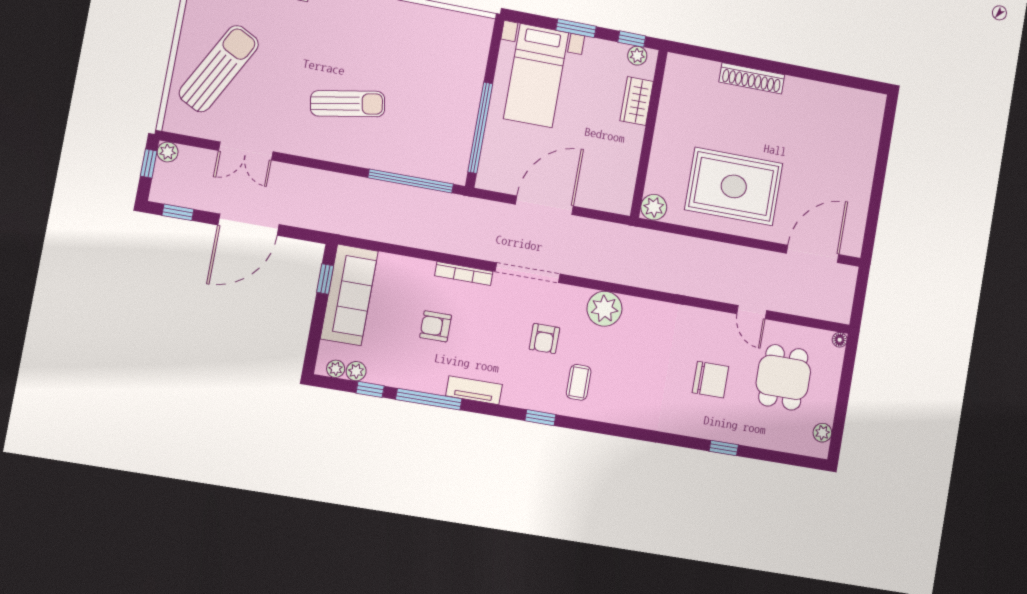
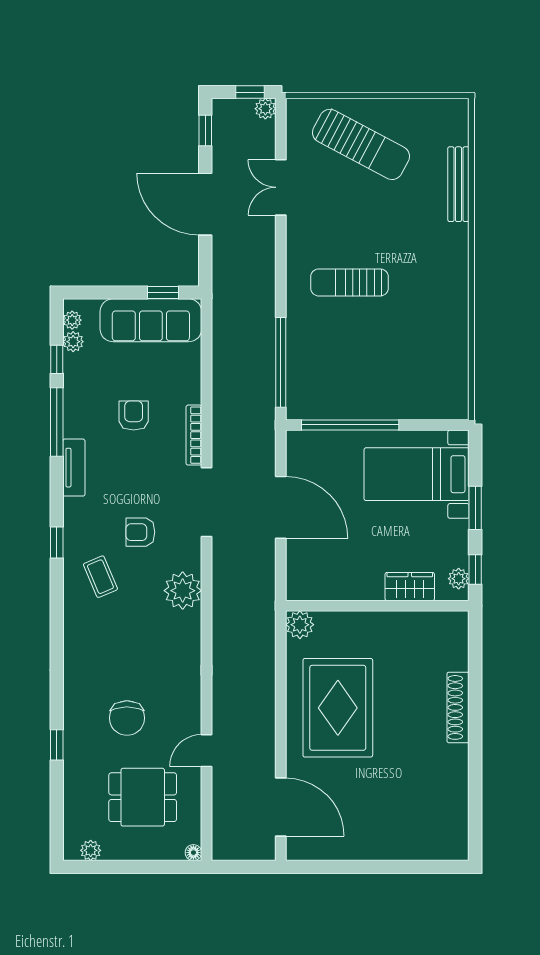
sun lounger: (348, 104) -> (349, 282), turned 100
coffee table: (579, 382) -> (100, 577), turned 67

